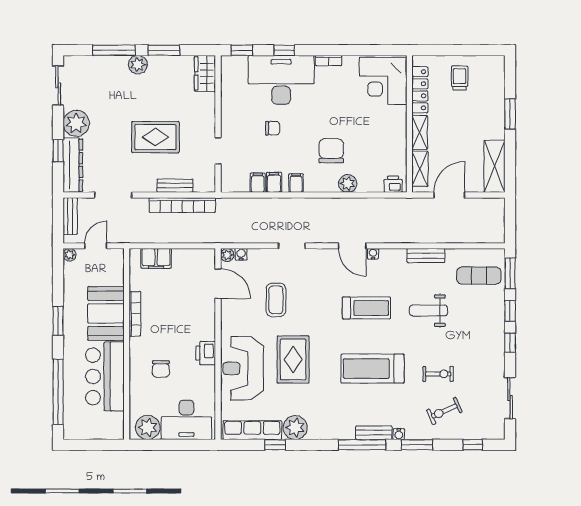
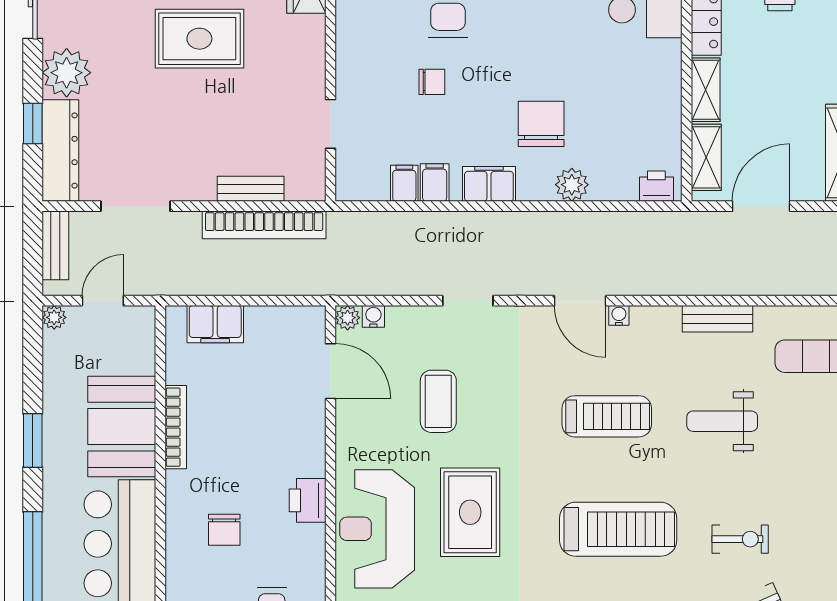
rug: (155, 137) -> (199, 39), moved
filing cabinet: (296, 183) -> (489, 184), width x2.00
treadmill: (373, 369) -> (618, 529), turned 180

